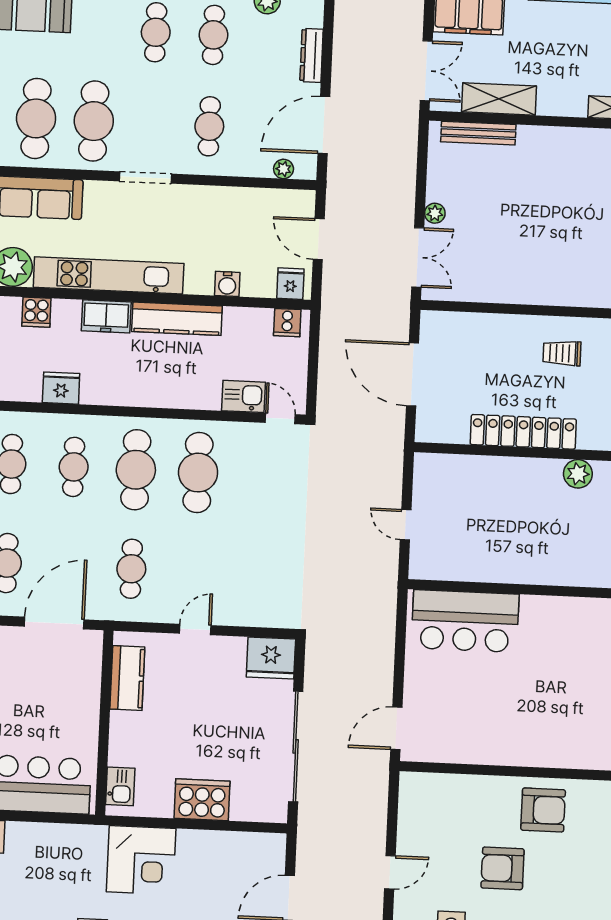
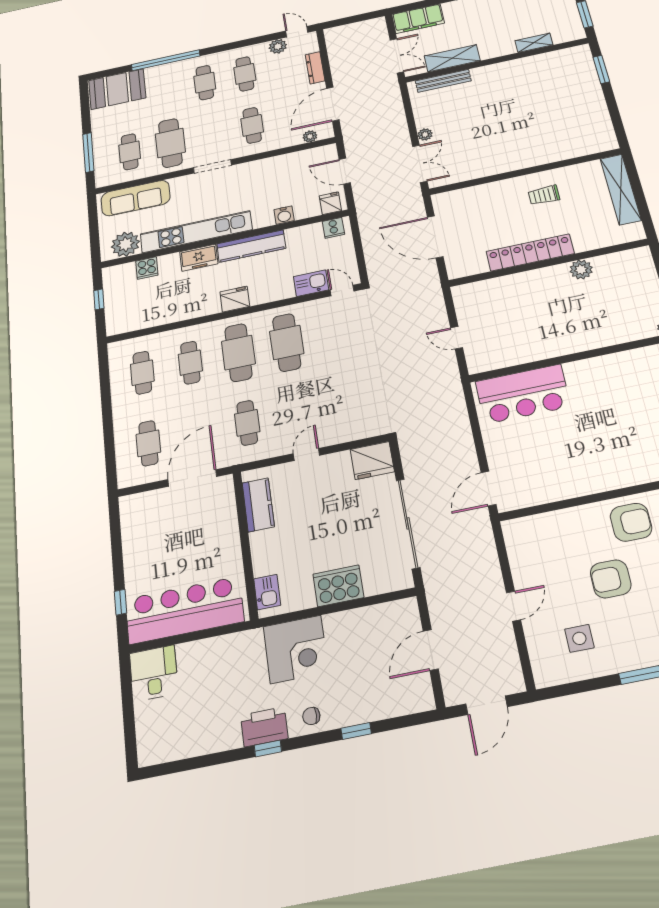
cafe table: (36, 118) -> (130, 152), width x0.73, depth x0.74
fridge: (61, 388) -> (235, 299), moved

